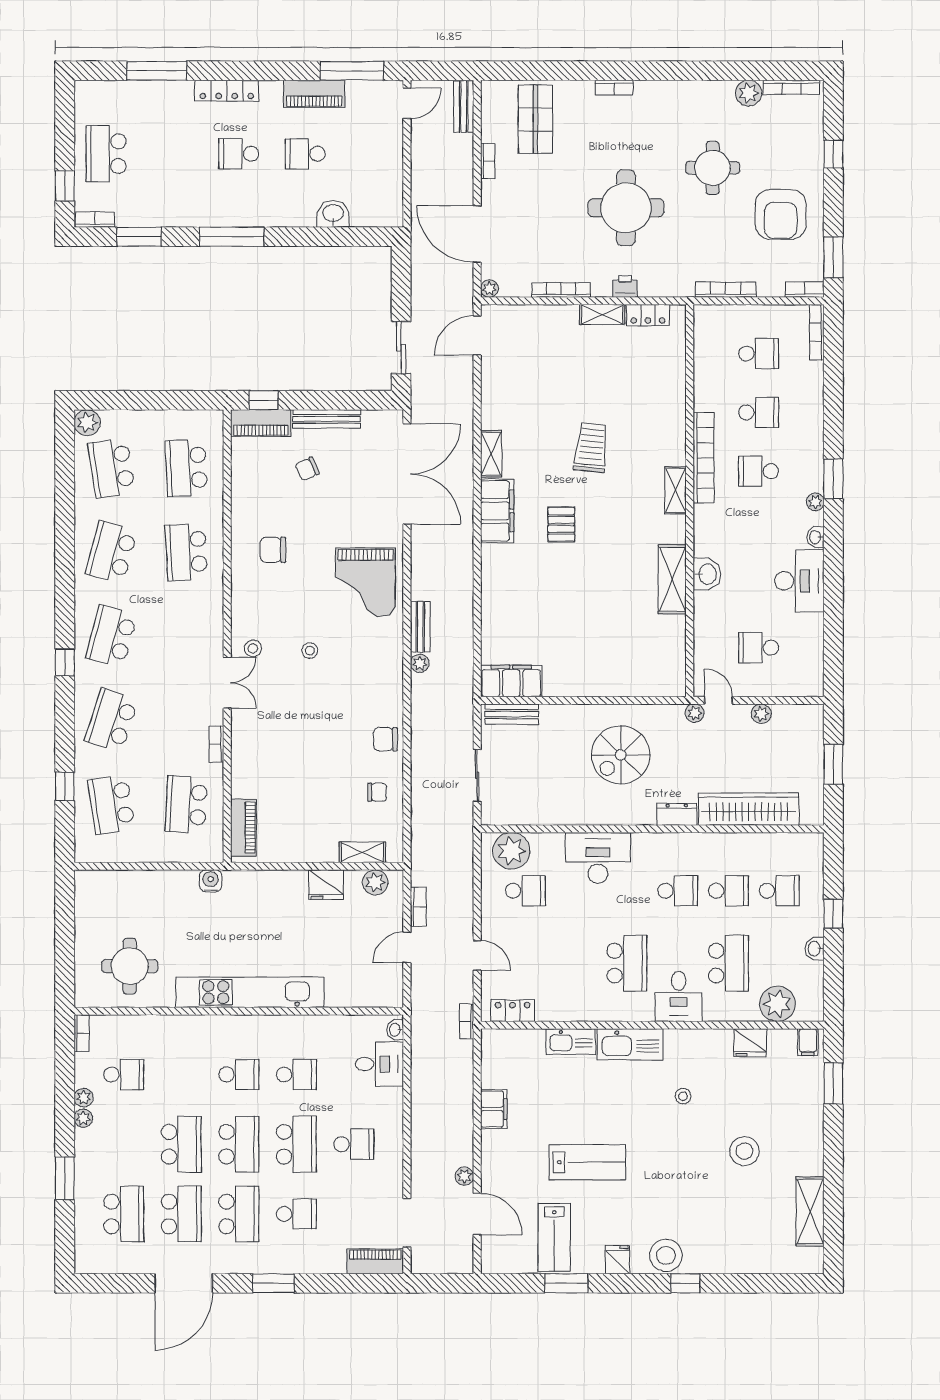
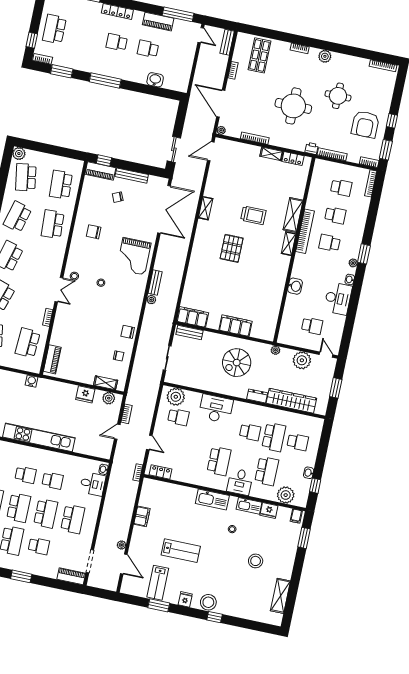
plant: (749, 93) -> (325, 56), moved
door: (407, 103) -> (201, 35), hinge flipped
window: (833, 154) -> (392, 121), moved
printer: (625, 286) -> (312, 148), moved
trolley: (591, 448) -> (253, 215), turned 84
filing cabinet: (497, 511) -> (235, 326), moved, turned -90
pallet: (561, 524) -> (232, 248), width x1.50, depth x1.42
shelving: (672, 579) -> (293, 215), moved
school desk: (759, 648) -> (312, 326), turned 180
door: (718, 700) -> (326, 355), moved
plant: (761, 714) -> (302, 360), width x1.88, depth x1.88
school desk: (728, 891) -> (274, 437), width x1.85
window: (833, 914) -> (315, 486), moved
kitchen sink: (571, 1042) -> (249, 506), moved
school desk: (354, 1144) -> (73, 519), width x1.85

